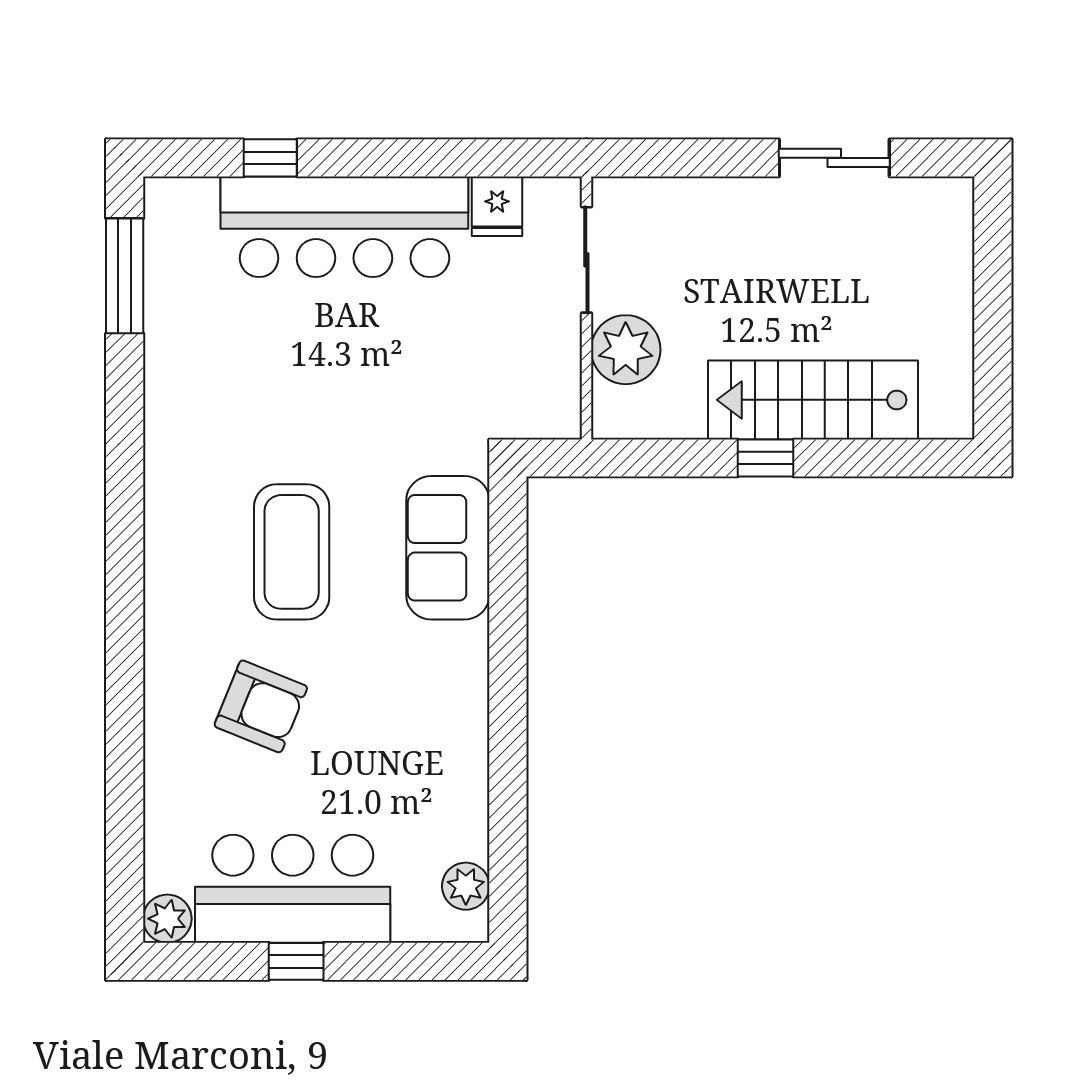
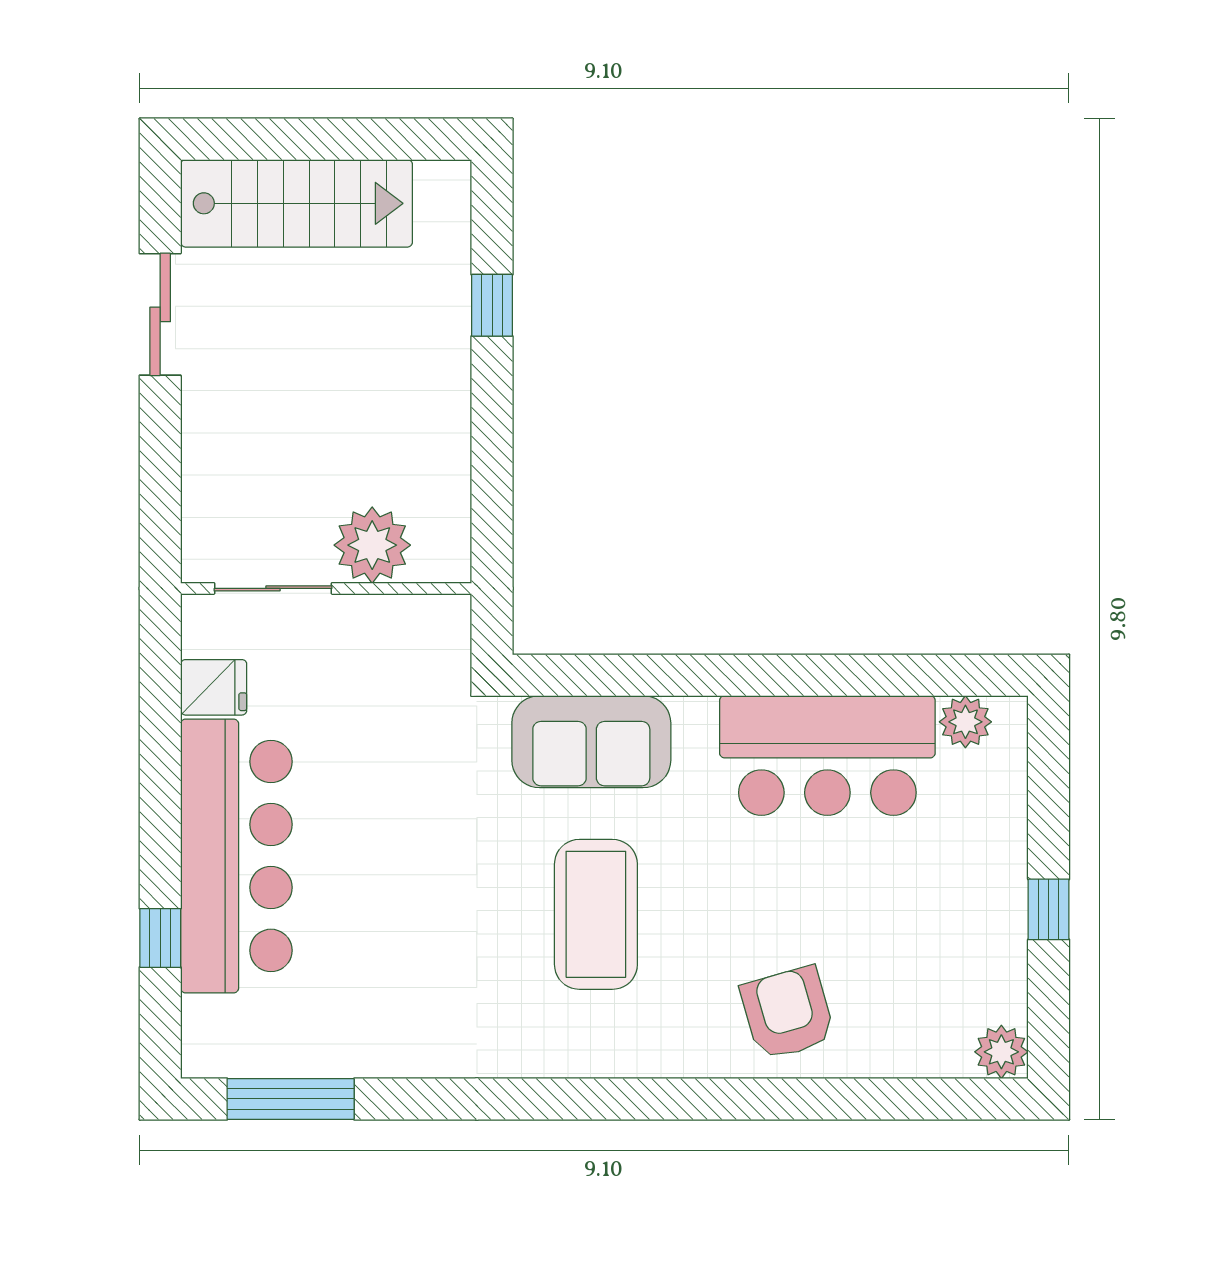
stairs: (813, 400) -> (296, 203), moved, turned -90
window: (766, 458) -> (492, 305), moved
coffee table: (292, 552) -> (596, 914), turned 90
armchair: (261, 706) -> (788, 1013), moved, turned -38
bar counter: (293, 889) -> (827, 756), moved, turned -90

